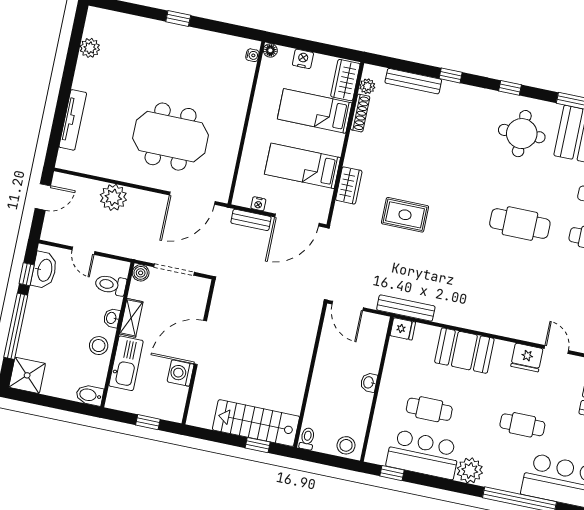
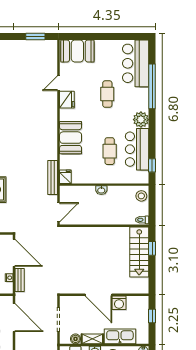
boiler: (141, 273) -> (75, 339), moved

